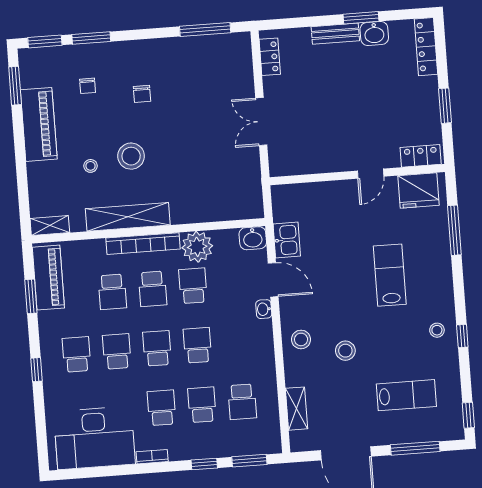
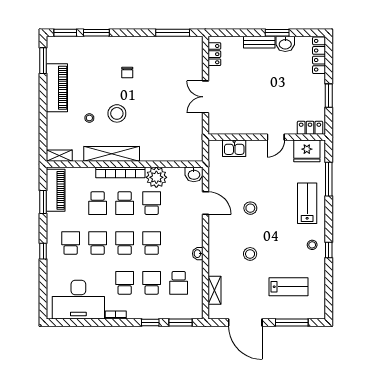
chair: (88, 86) -> (91, 64), removed
kitchen sink: (287, 240) -> (234, 148), moved, turned 90
lab bench: (390, 275) -> (307, 203), moved
washbasin: (264, 309) -> (198, 254), moved
stool: (301, 339) -> (250, 208), moved
window: (468, 415) -> (329, 303), removed

